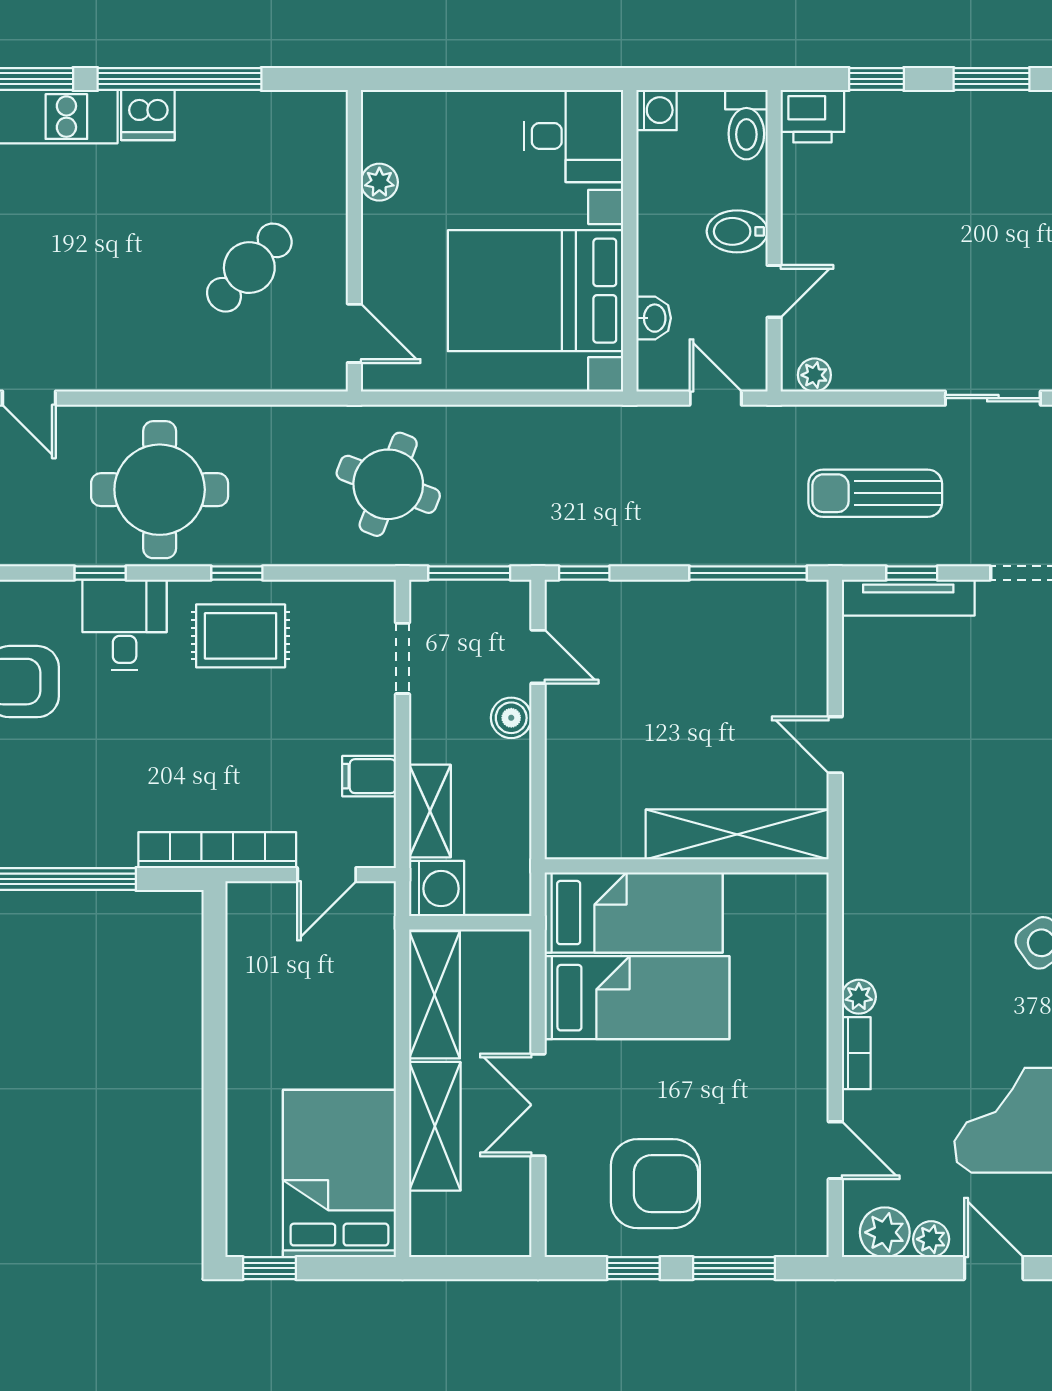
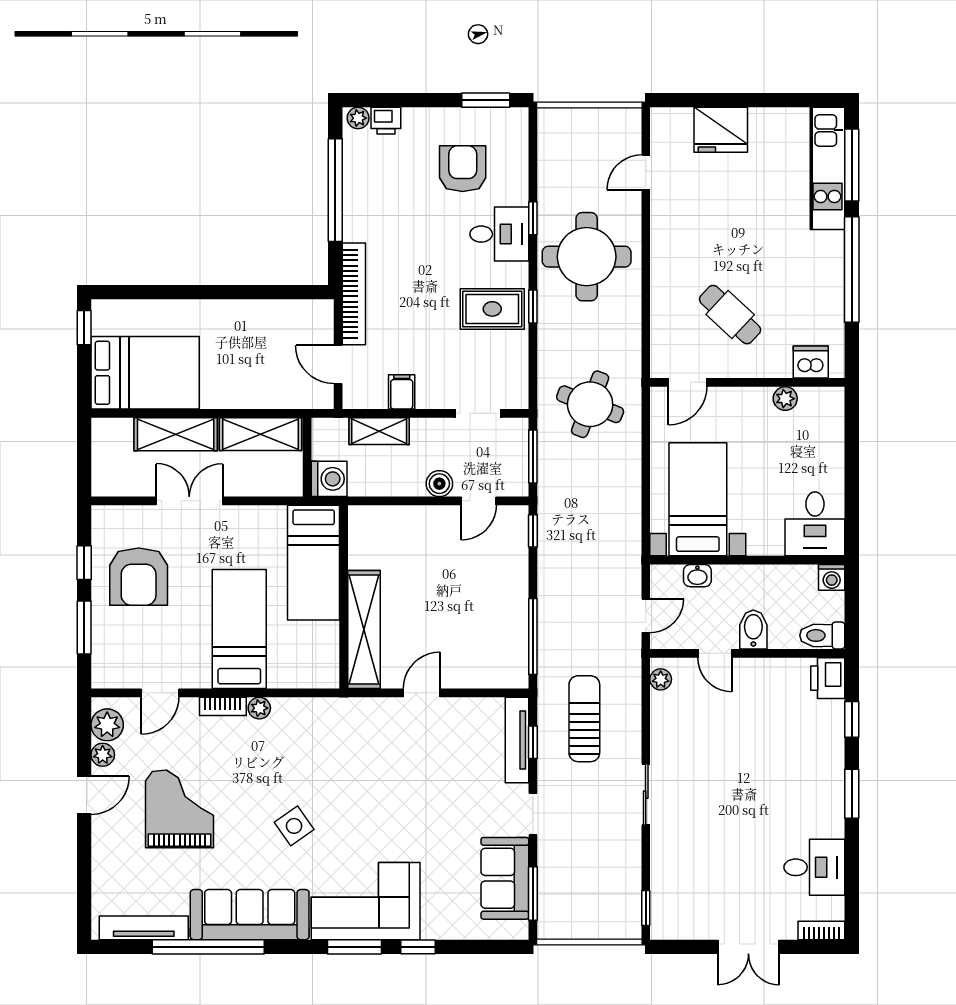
dishwasher: (148, 115) -> (811, 362), moved, turned 90
bed with nightstands: (536, 291) -> (698, 499), width x0.73
rug: (241, 636) -> (492, 309), turned 90
washing machine: (437, 889) -> (329, 479), moved, turned -90
bed: (637, 998) -> (239, 629), moved, turned 180

